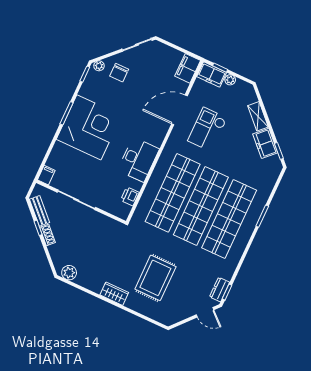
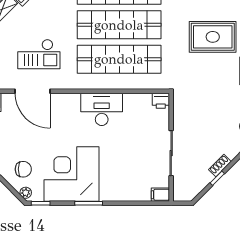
corner desk: (89, 127) -> (72, 174), moved
printer: (130, 196) -> (161, 101), moved
bench: (39, 211) -> (199, 185), removed

